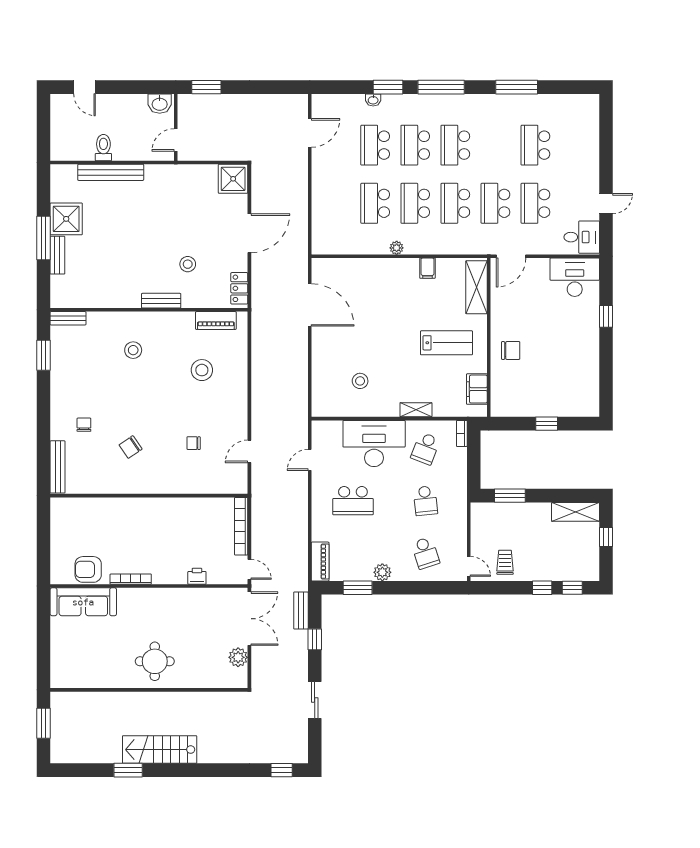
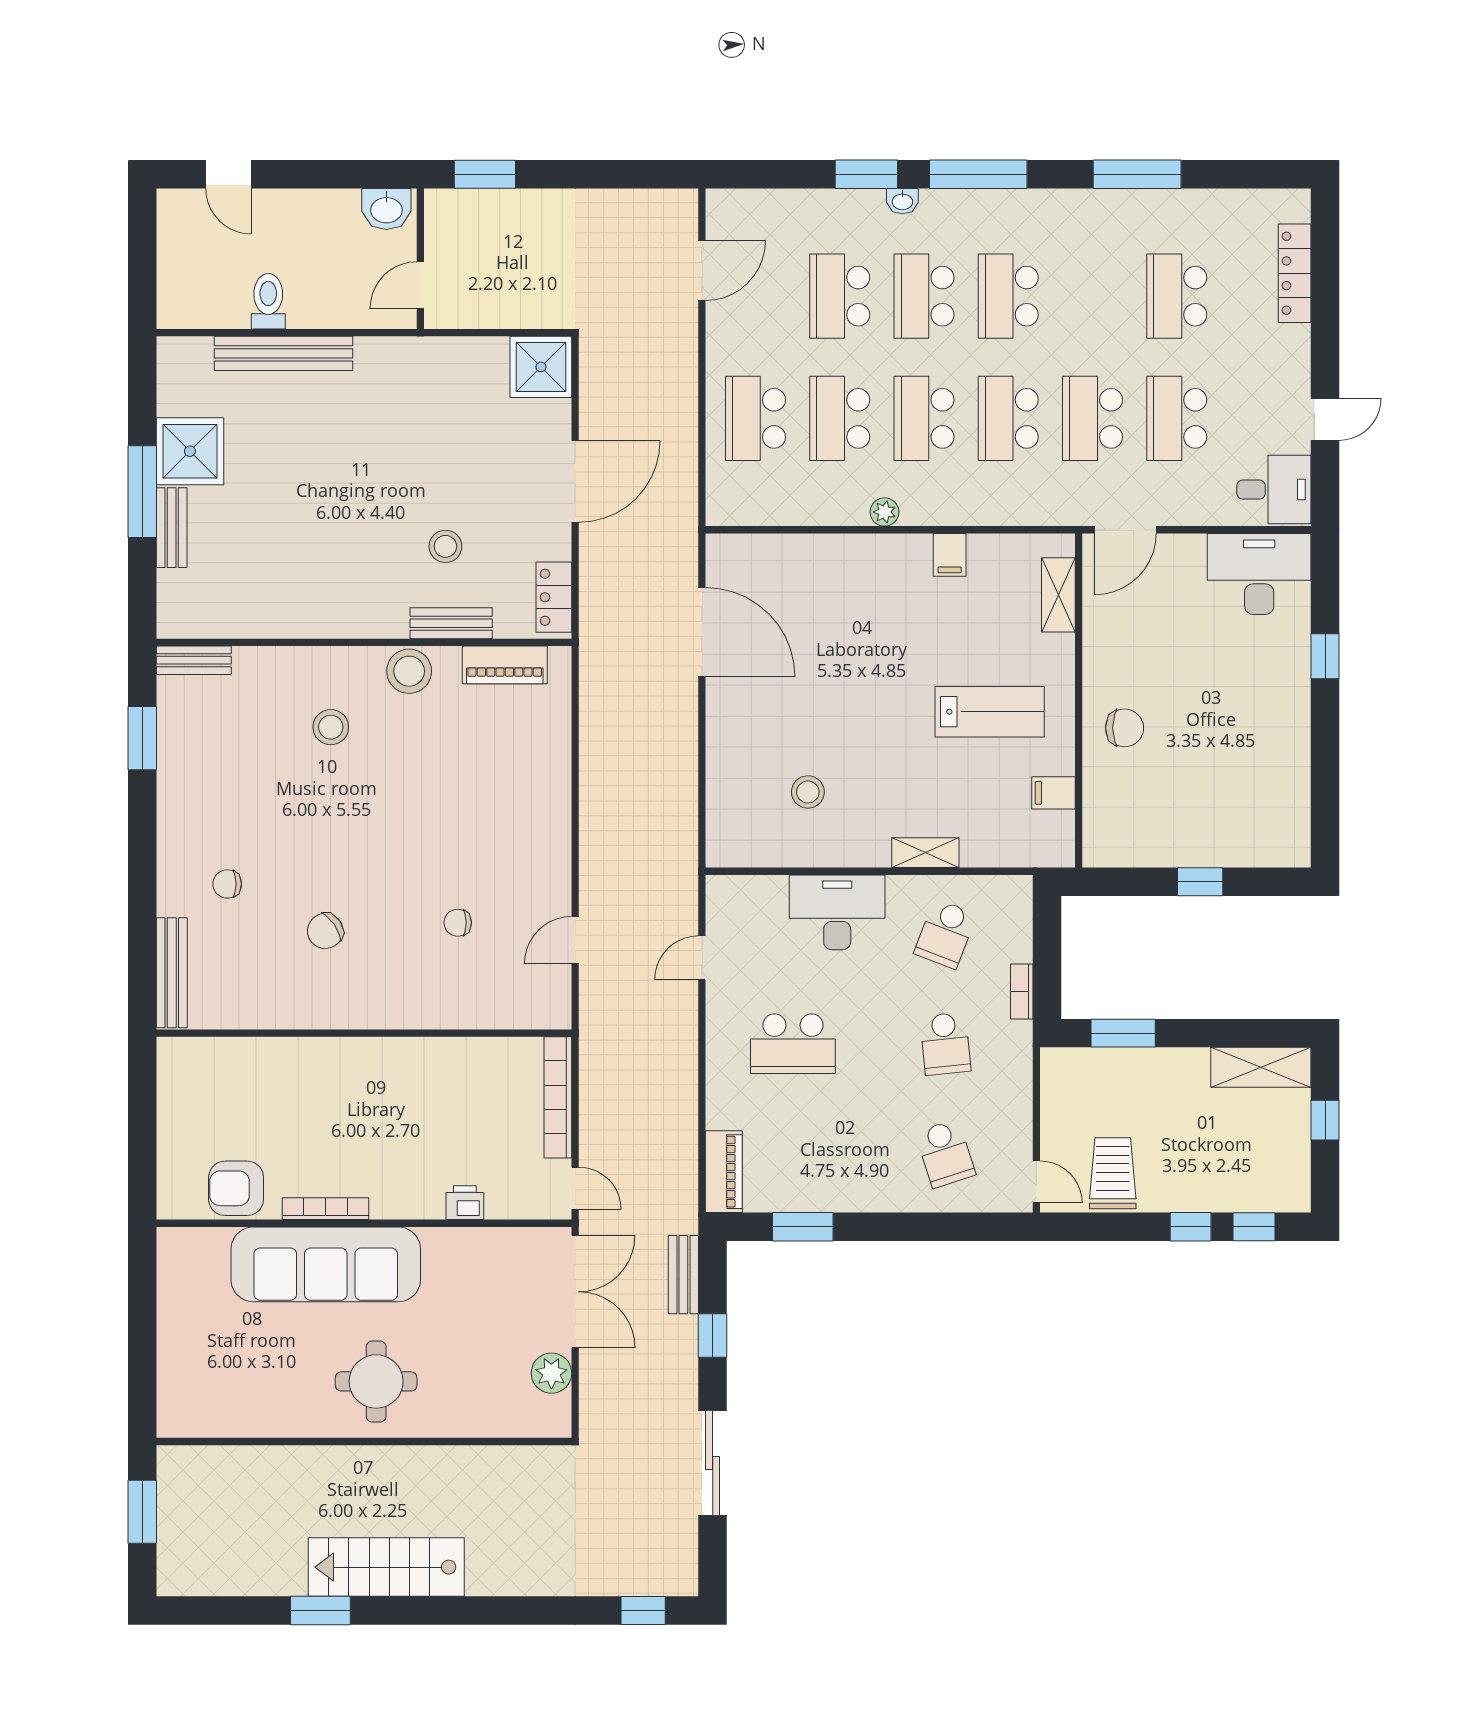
washbasin: (373, 100) -> (902, 201), moved
locker: (592, 134) -> (1295, 273), added
school desk: (335, 203) -> (755, 418), added
shelving: (477, 287) -> (1058, 595), width x0.67, depth x0.75
bench: (161, 301) -> (451, 623), moved
stool: (202, 370) -> (409, 671), moved
filing cabinet: (477, 389) -> (1054, 793), width x0.50
chair: (84, 425) -> (227, 884), turned -90
bookcase: (462, 433) -> (1022, 992), moved
desk: (374, 444) -> (837, 912), width x0.73, depth x0.77
trolley: (505, 562) -> (1113, 1173), width x1.36, depth x1.39
plant: (382, 572) -> (855, 1194), removed
sofa: (83, 602) -> (326, 1264), moved, width x1.36, depth x1.27
sliding door: (315, 700) -> (713, 1463), width x1.37

